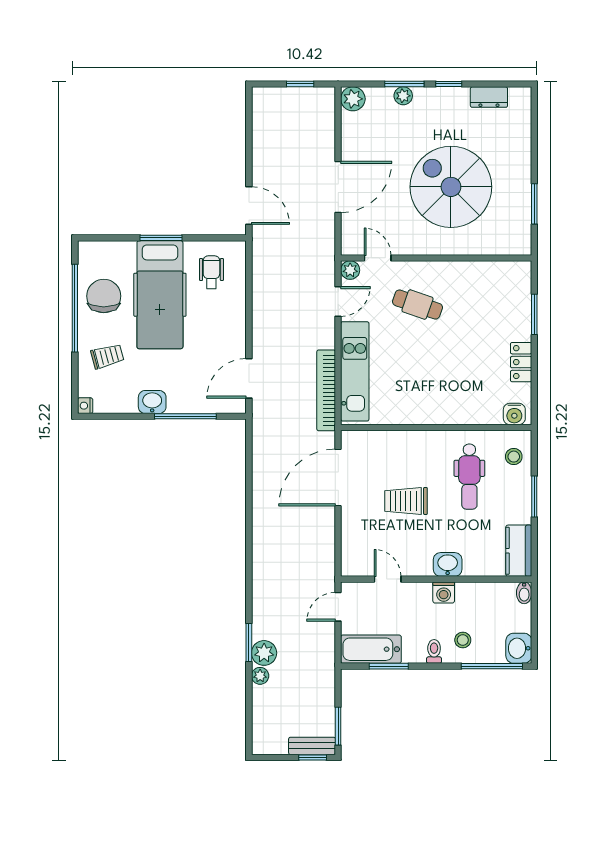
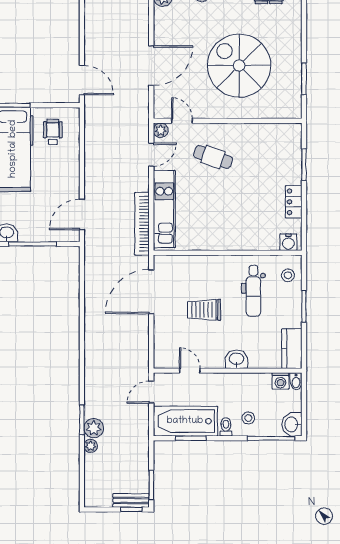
washing machine: (444, 592) -> (280, 381), moved
bathtub: (371, 649) -> (185, 421), width x1.36, depth x1.36

